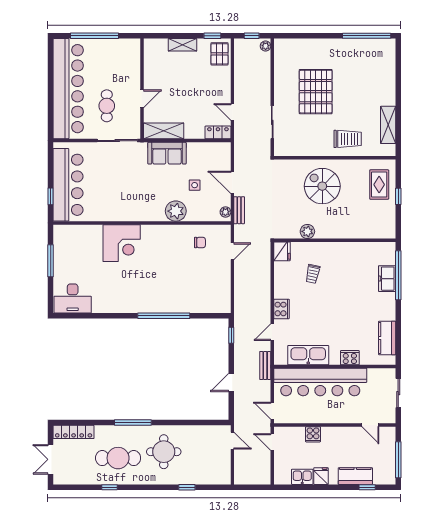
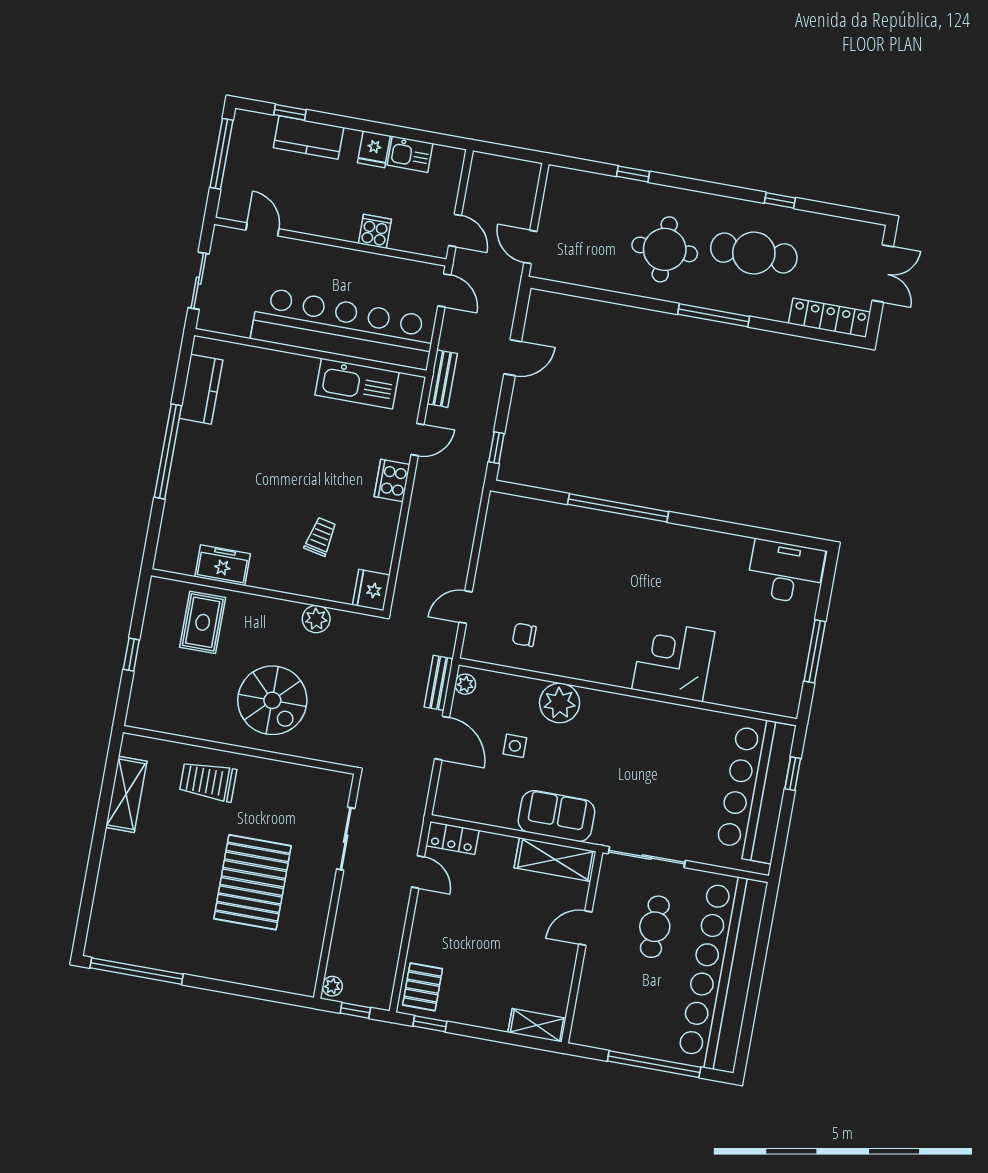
shelving: (182, 45) -> (537, 1025), moved
rug: (379, 185) -> (203, 622), moved
window: (398, 275) -> (168, 451), moved
freezer: (387, 279) -> (223, 565), moved, turned -90
cooker: (350, 358) -> (279, 364), removed

